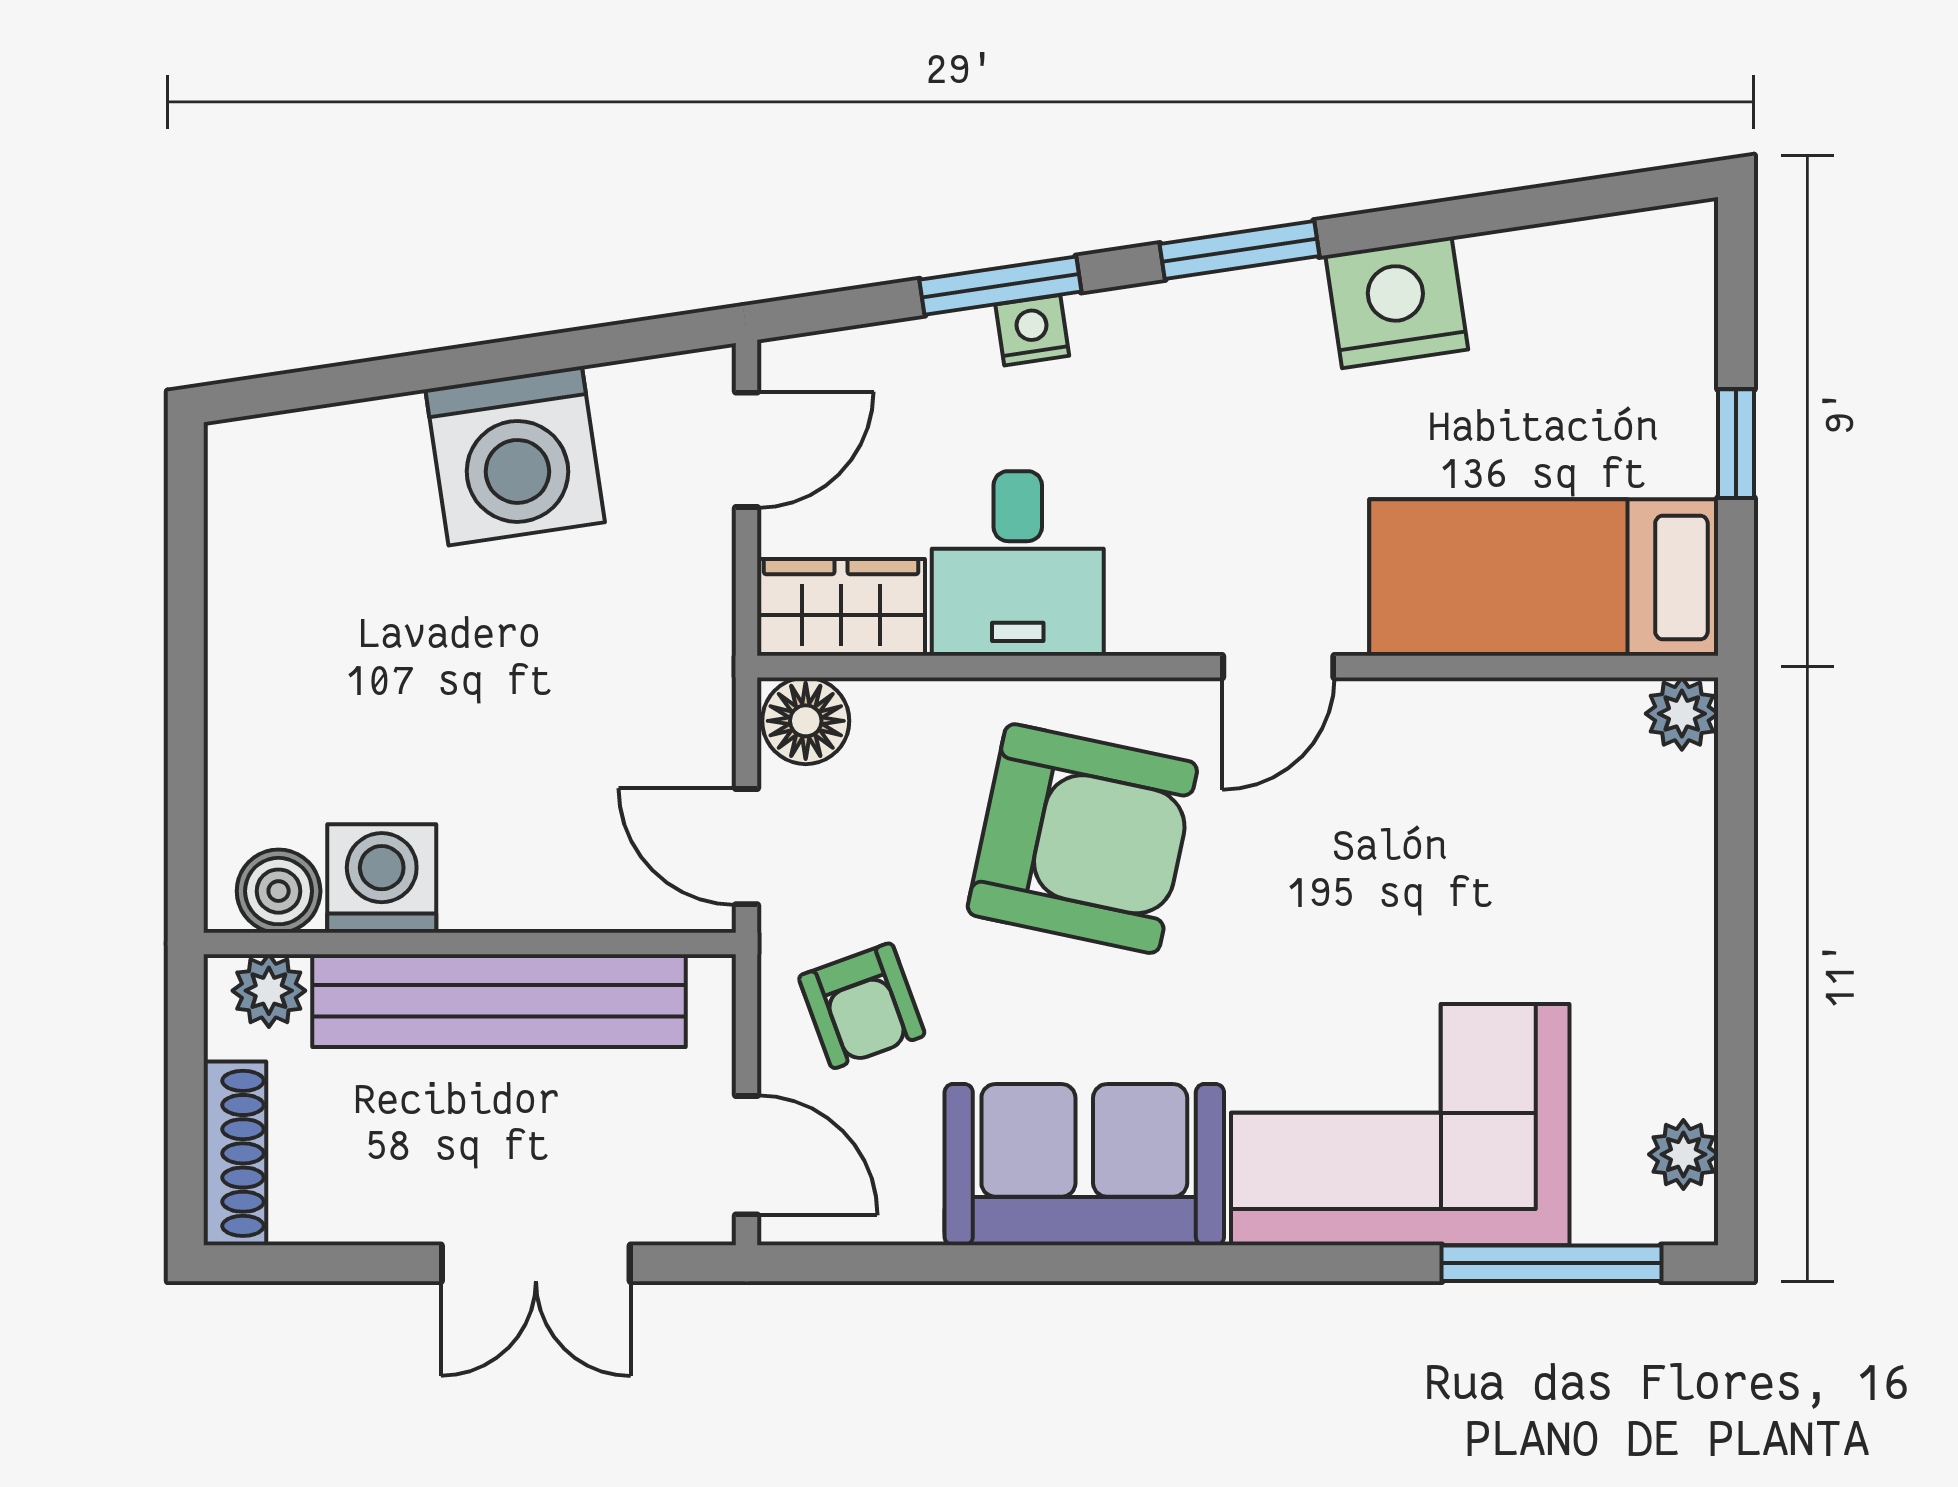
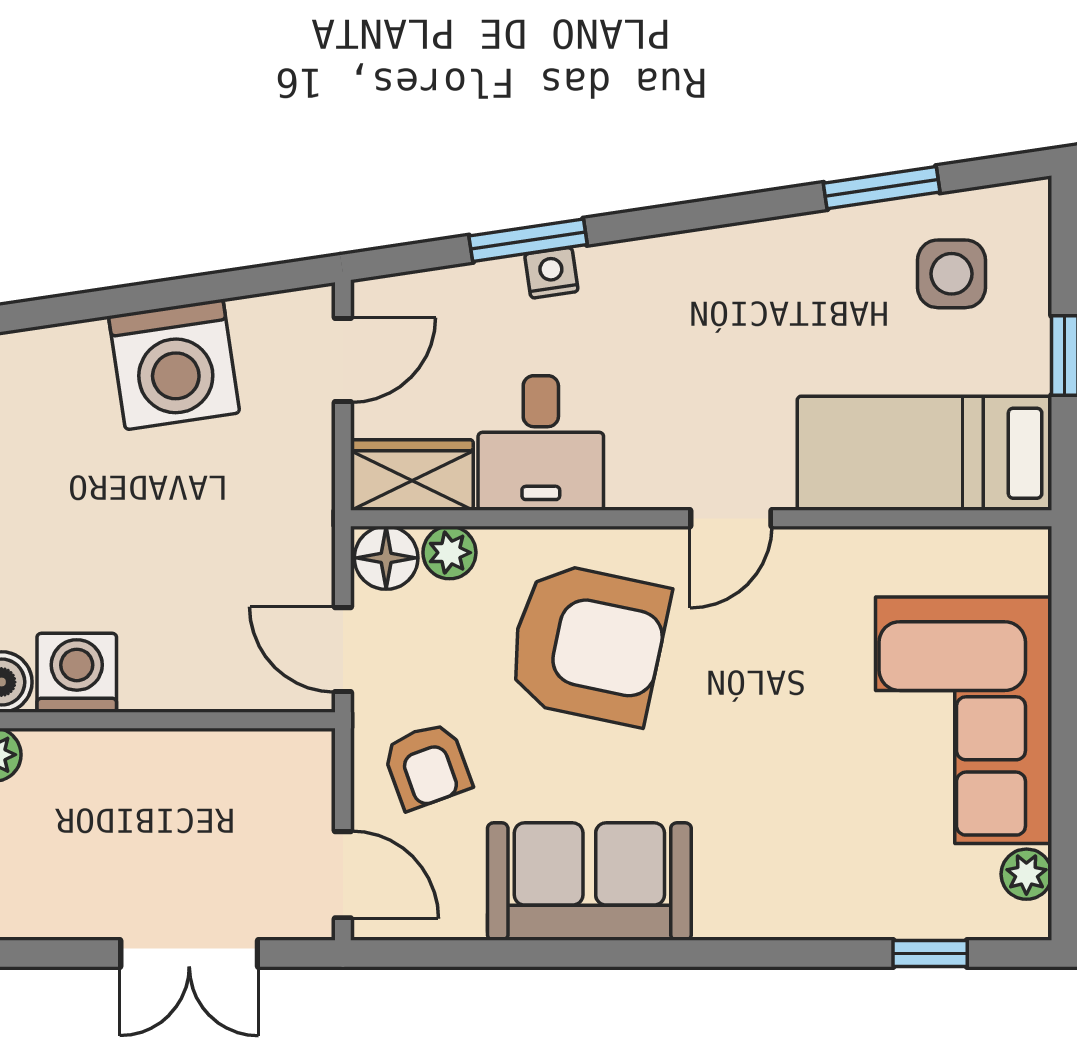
window: (1239, 250) -> (882, 188), moved
nightstand: (1397, 302) -> (817, 253), removed
side table: (1581, 332) -> (952, 274), added
plant: (1682, 714) -> (449, 553), moved
bench: (499, 1001) -> (162, 762), removed
corner sofa: (1400, 1125) -> (964, 720), moved, turned -90
window: (1551, 1263) -> (930, 954), width x0.46

